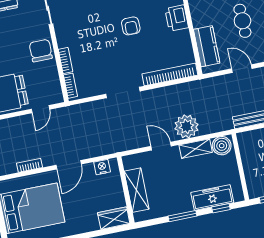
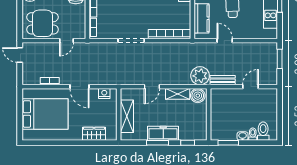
plant: (186, 126) -> (200, 76), moved
door: (161, 146) -> (152, 87), swing flipped
door: (69, 165) -> (79, 87), hinge flipped
freezer: (212, 197) -> (163, 133), moved
wardrobe: (114, 218) -> (94, 134), moved

